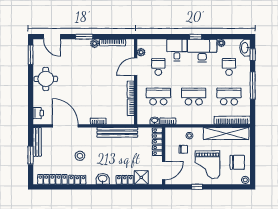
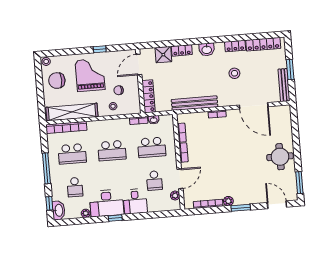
printer: (38, 113) -> (285, 118), removed

